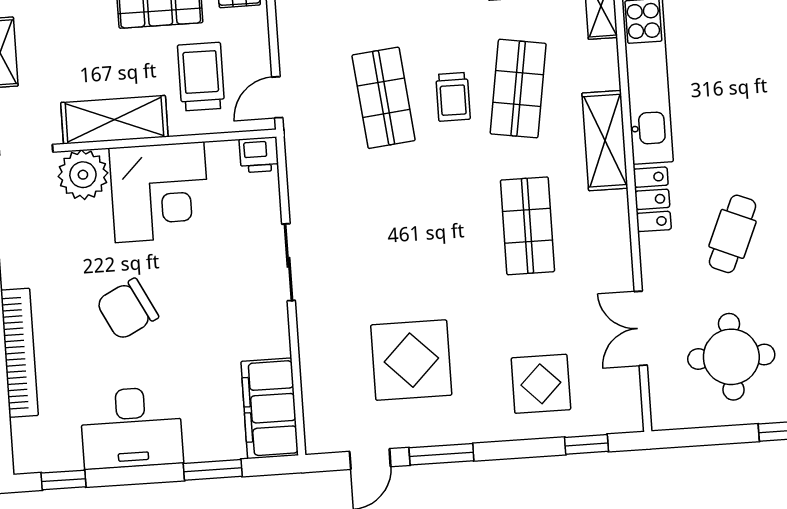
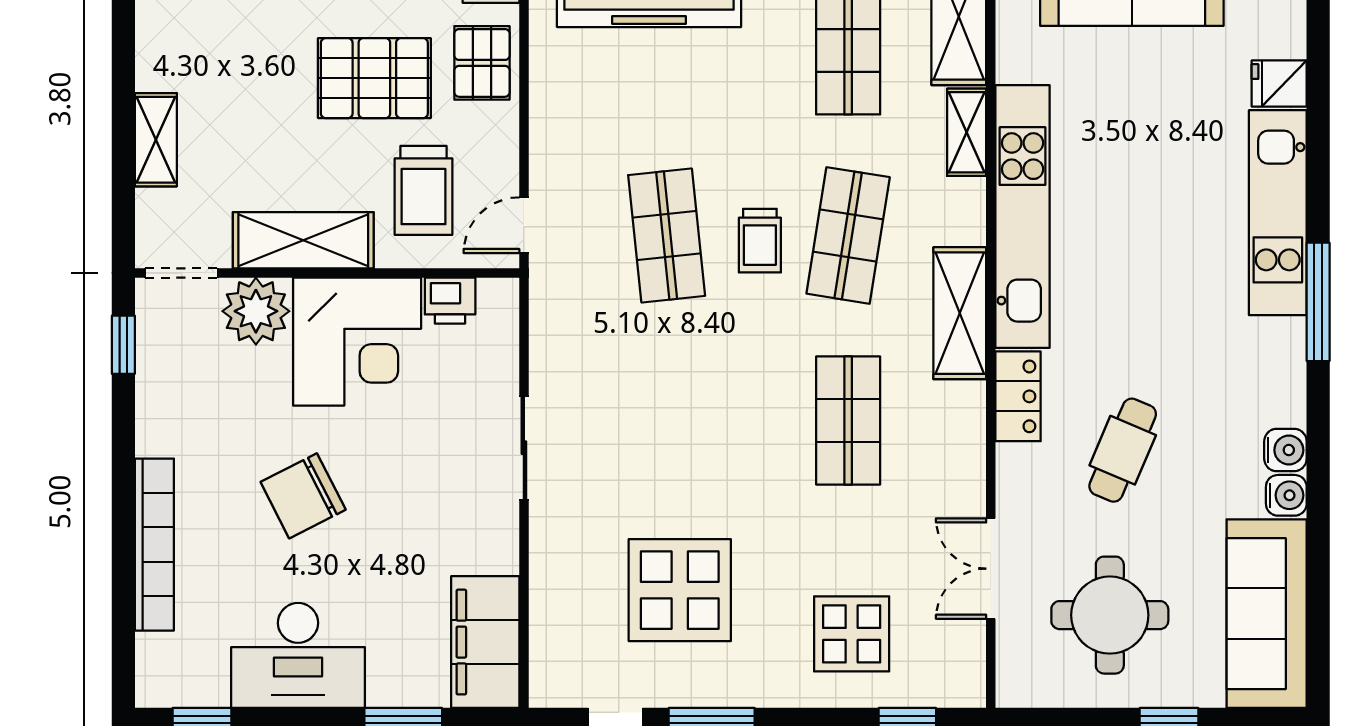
trolley: (201, 77) -> (423, 190), turned 180
printer: (259, 155) -> (450, 301), moved

